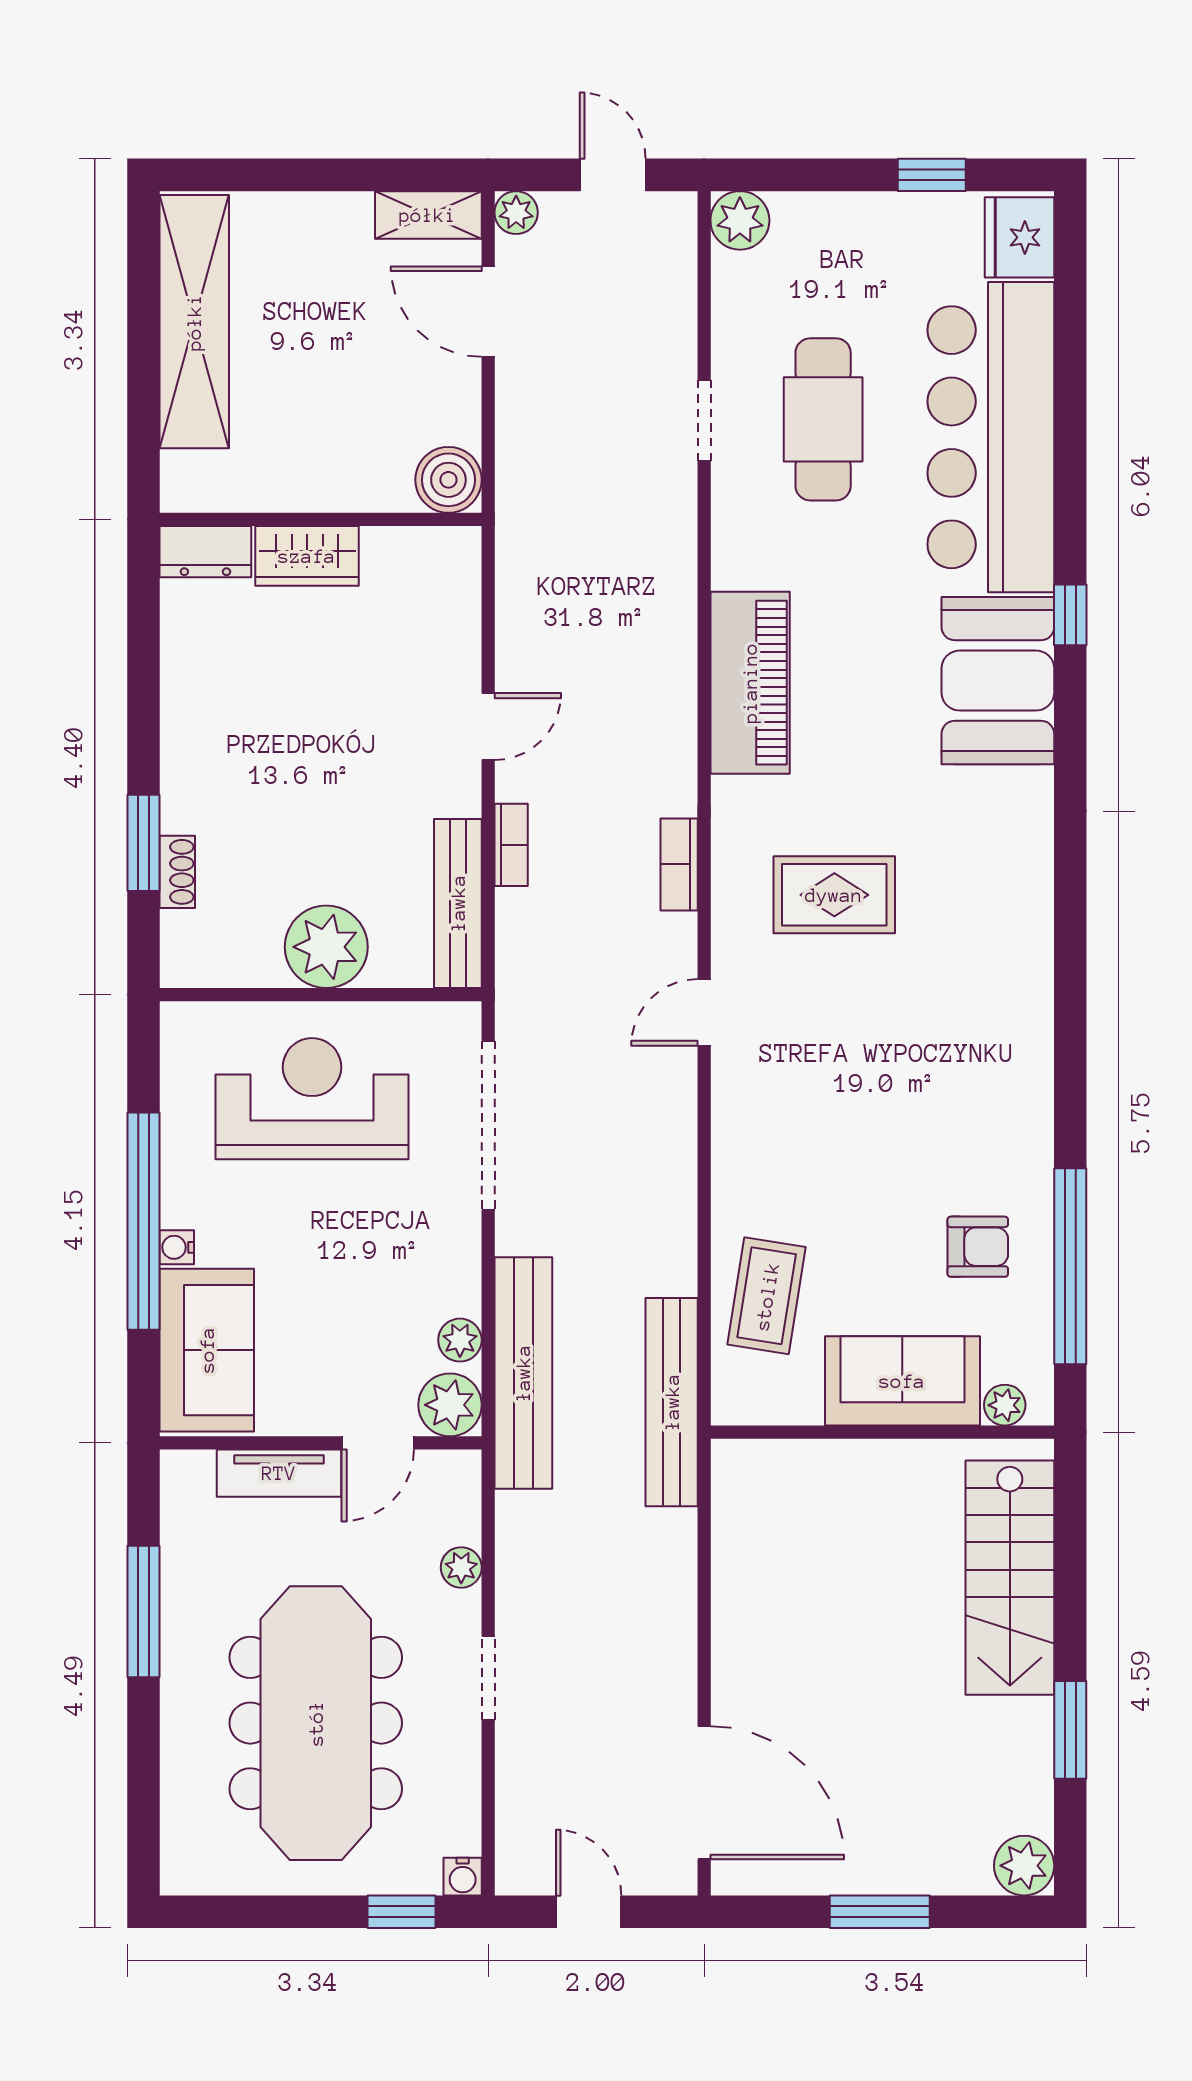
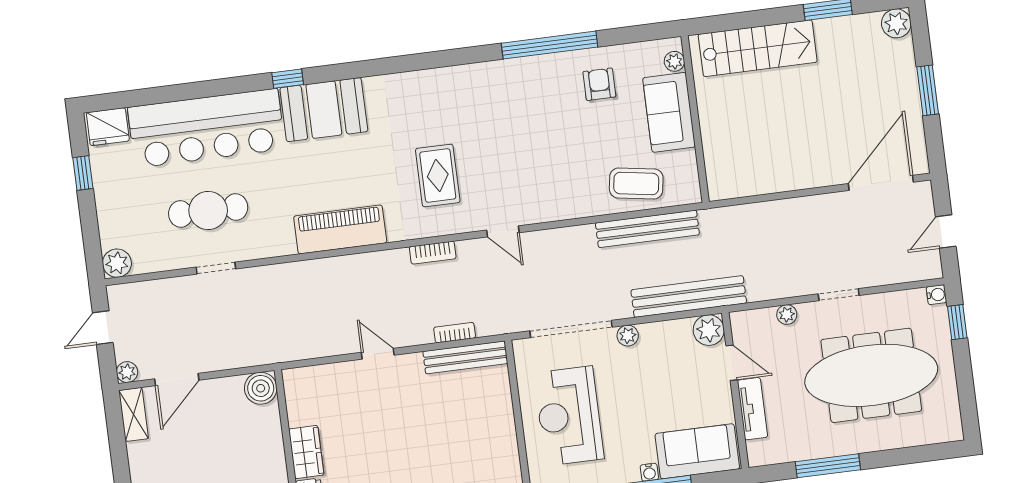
bookcase: (511, 845) -> (455, 333), moved
plant: (326, 947) -> (494, 418), removed
window: (1070, 1266) -> (550, 45), moved
plant: (460, 1340) -> (628, 336), moved
bench: (672, 1402) -> (647, 229), moved

